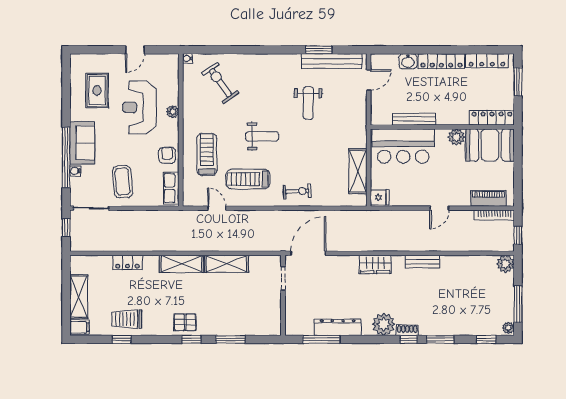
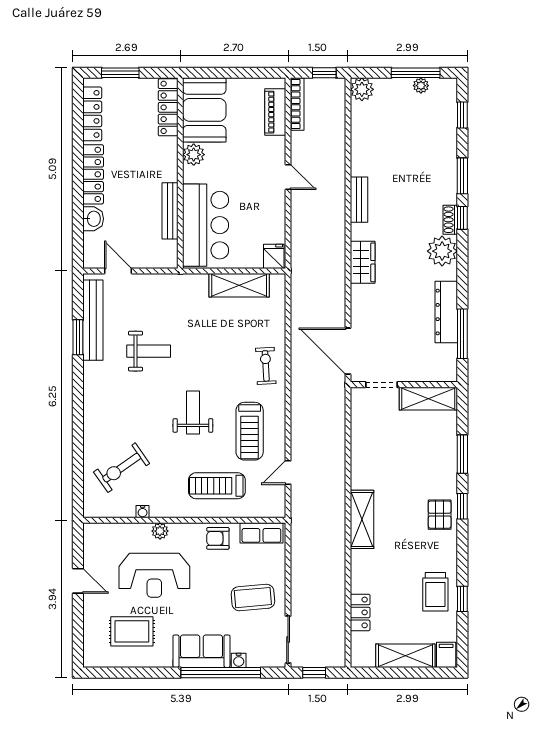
water cooler: (187, 58) -> (143, 512), moved
locker: (127, 262) -> (360, 612), moved
shelving: (226, 264) -> (428, 399), moved, turned 90
plant: (508, 328) -> (421, 86), moved

